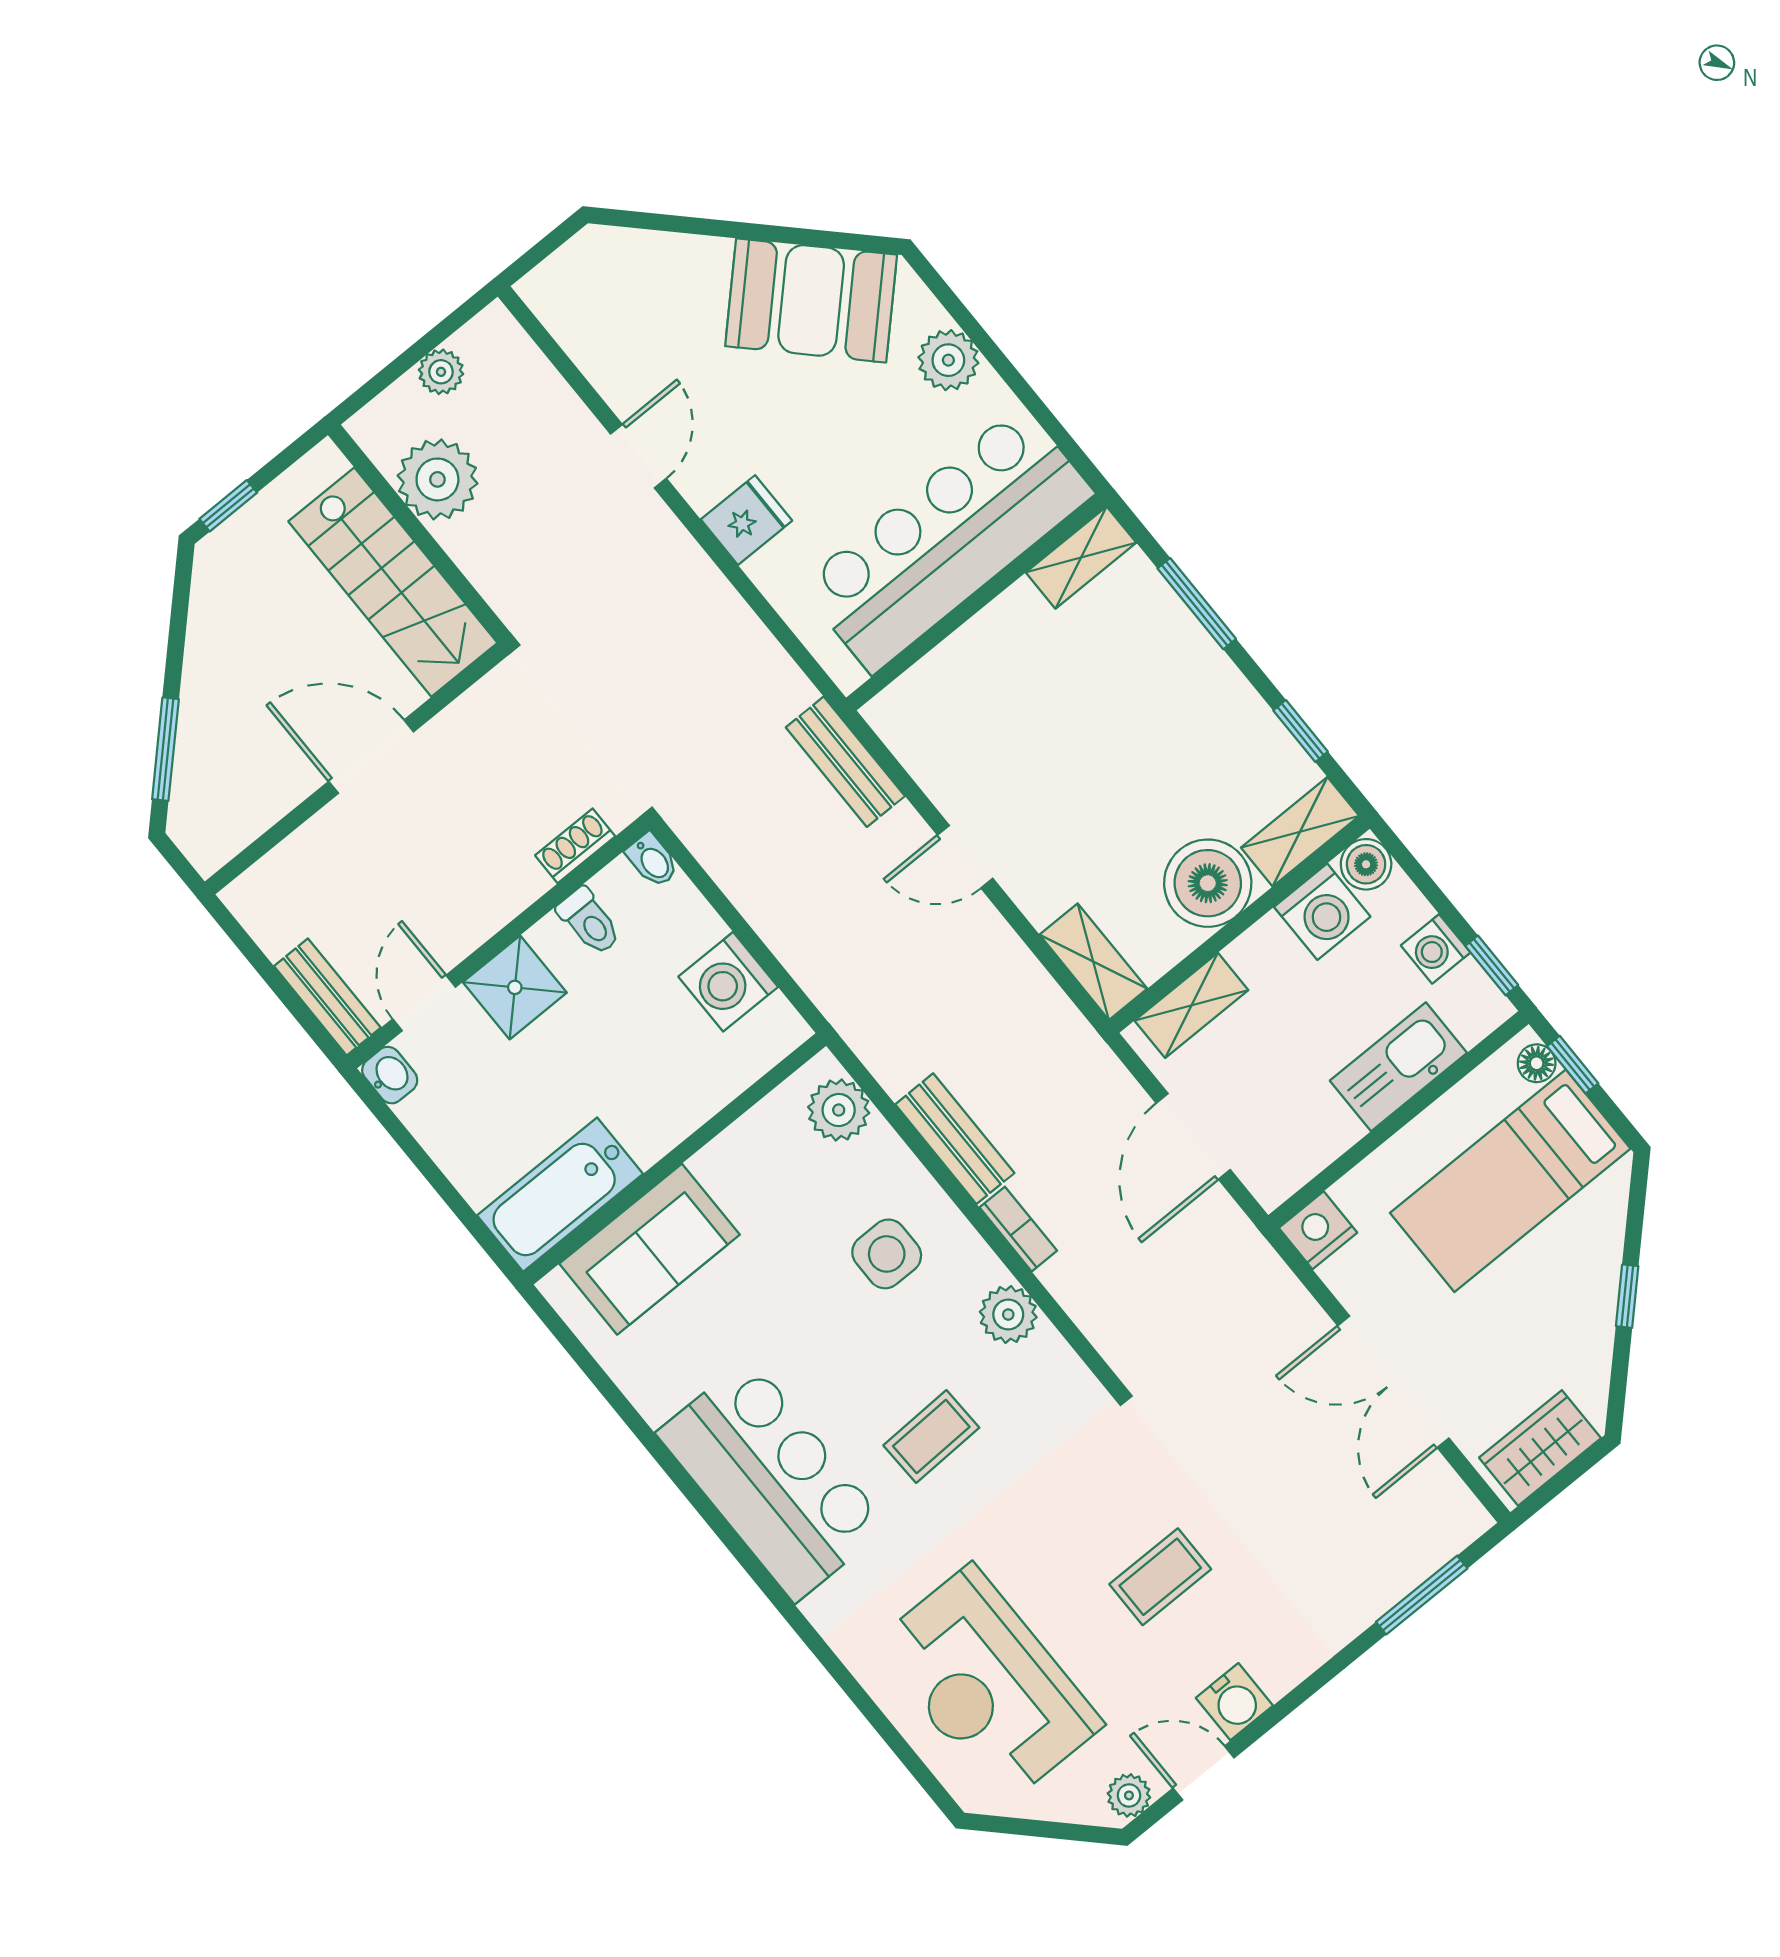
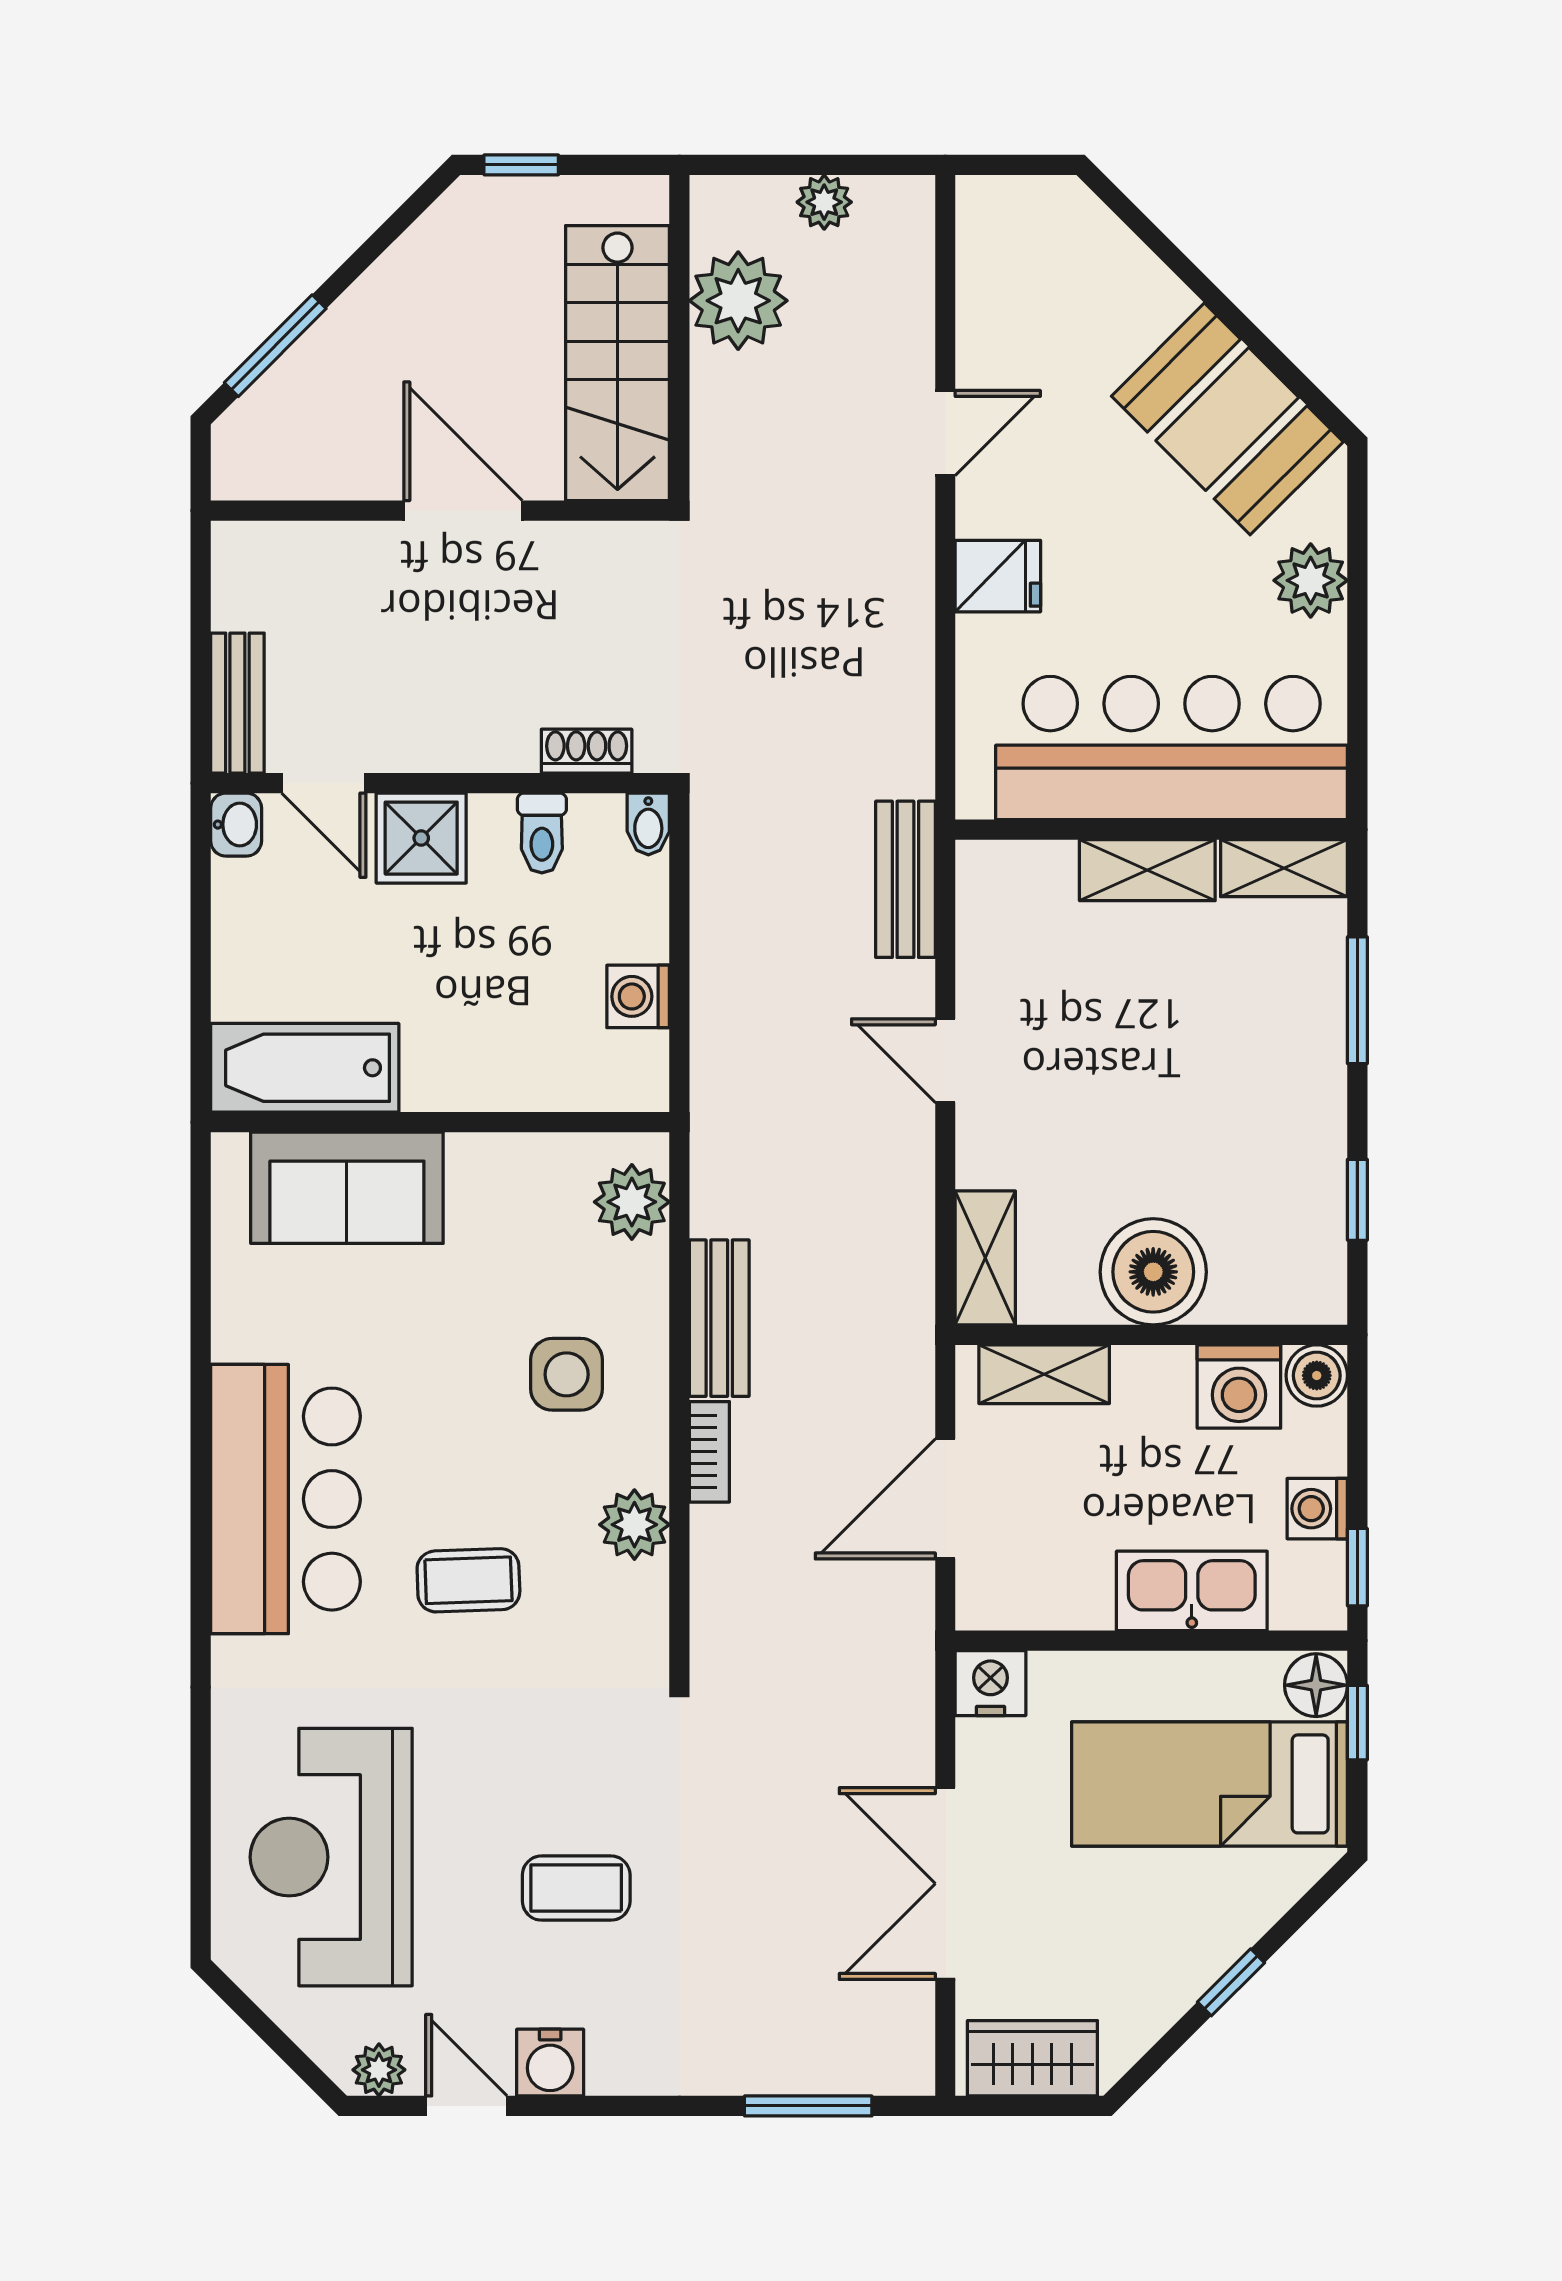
shelving: (1300, 832) -> (1147, 870), moved
washing machine: (728, 982) -> (638, 996), width x0.73, depth x0.73
door: (424, 1003) -> (324, 783), swing flipped
floor lamp: (1537, 1063) -> (1316, 1685), width x1.37, depth x1.37

